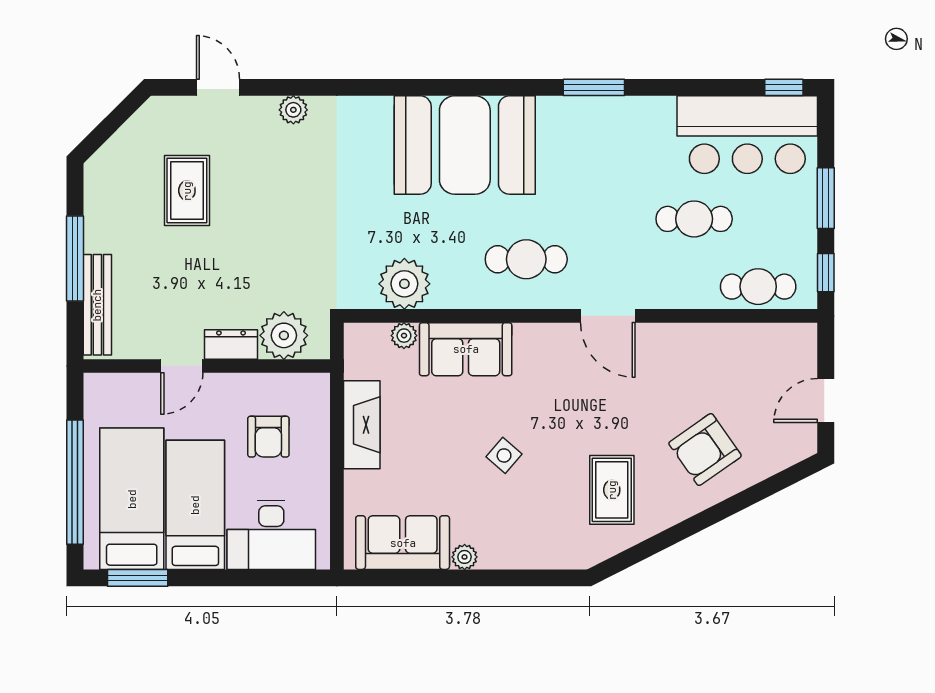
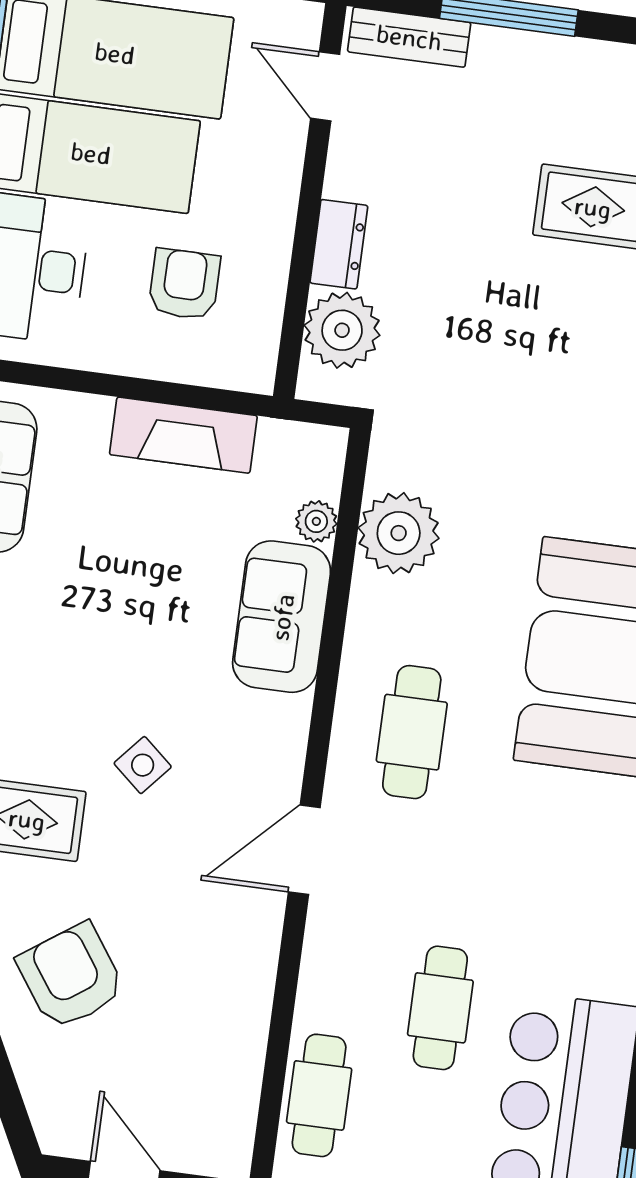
bench: (97, 305) -> (409, 37), width x0.73
door: (182, 366) -> (325, 86), moved
armchair: (268, 437) -> (184, 284), turned 90
side table: (504, 455) -> (143, 765), moved

